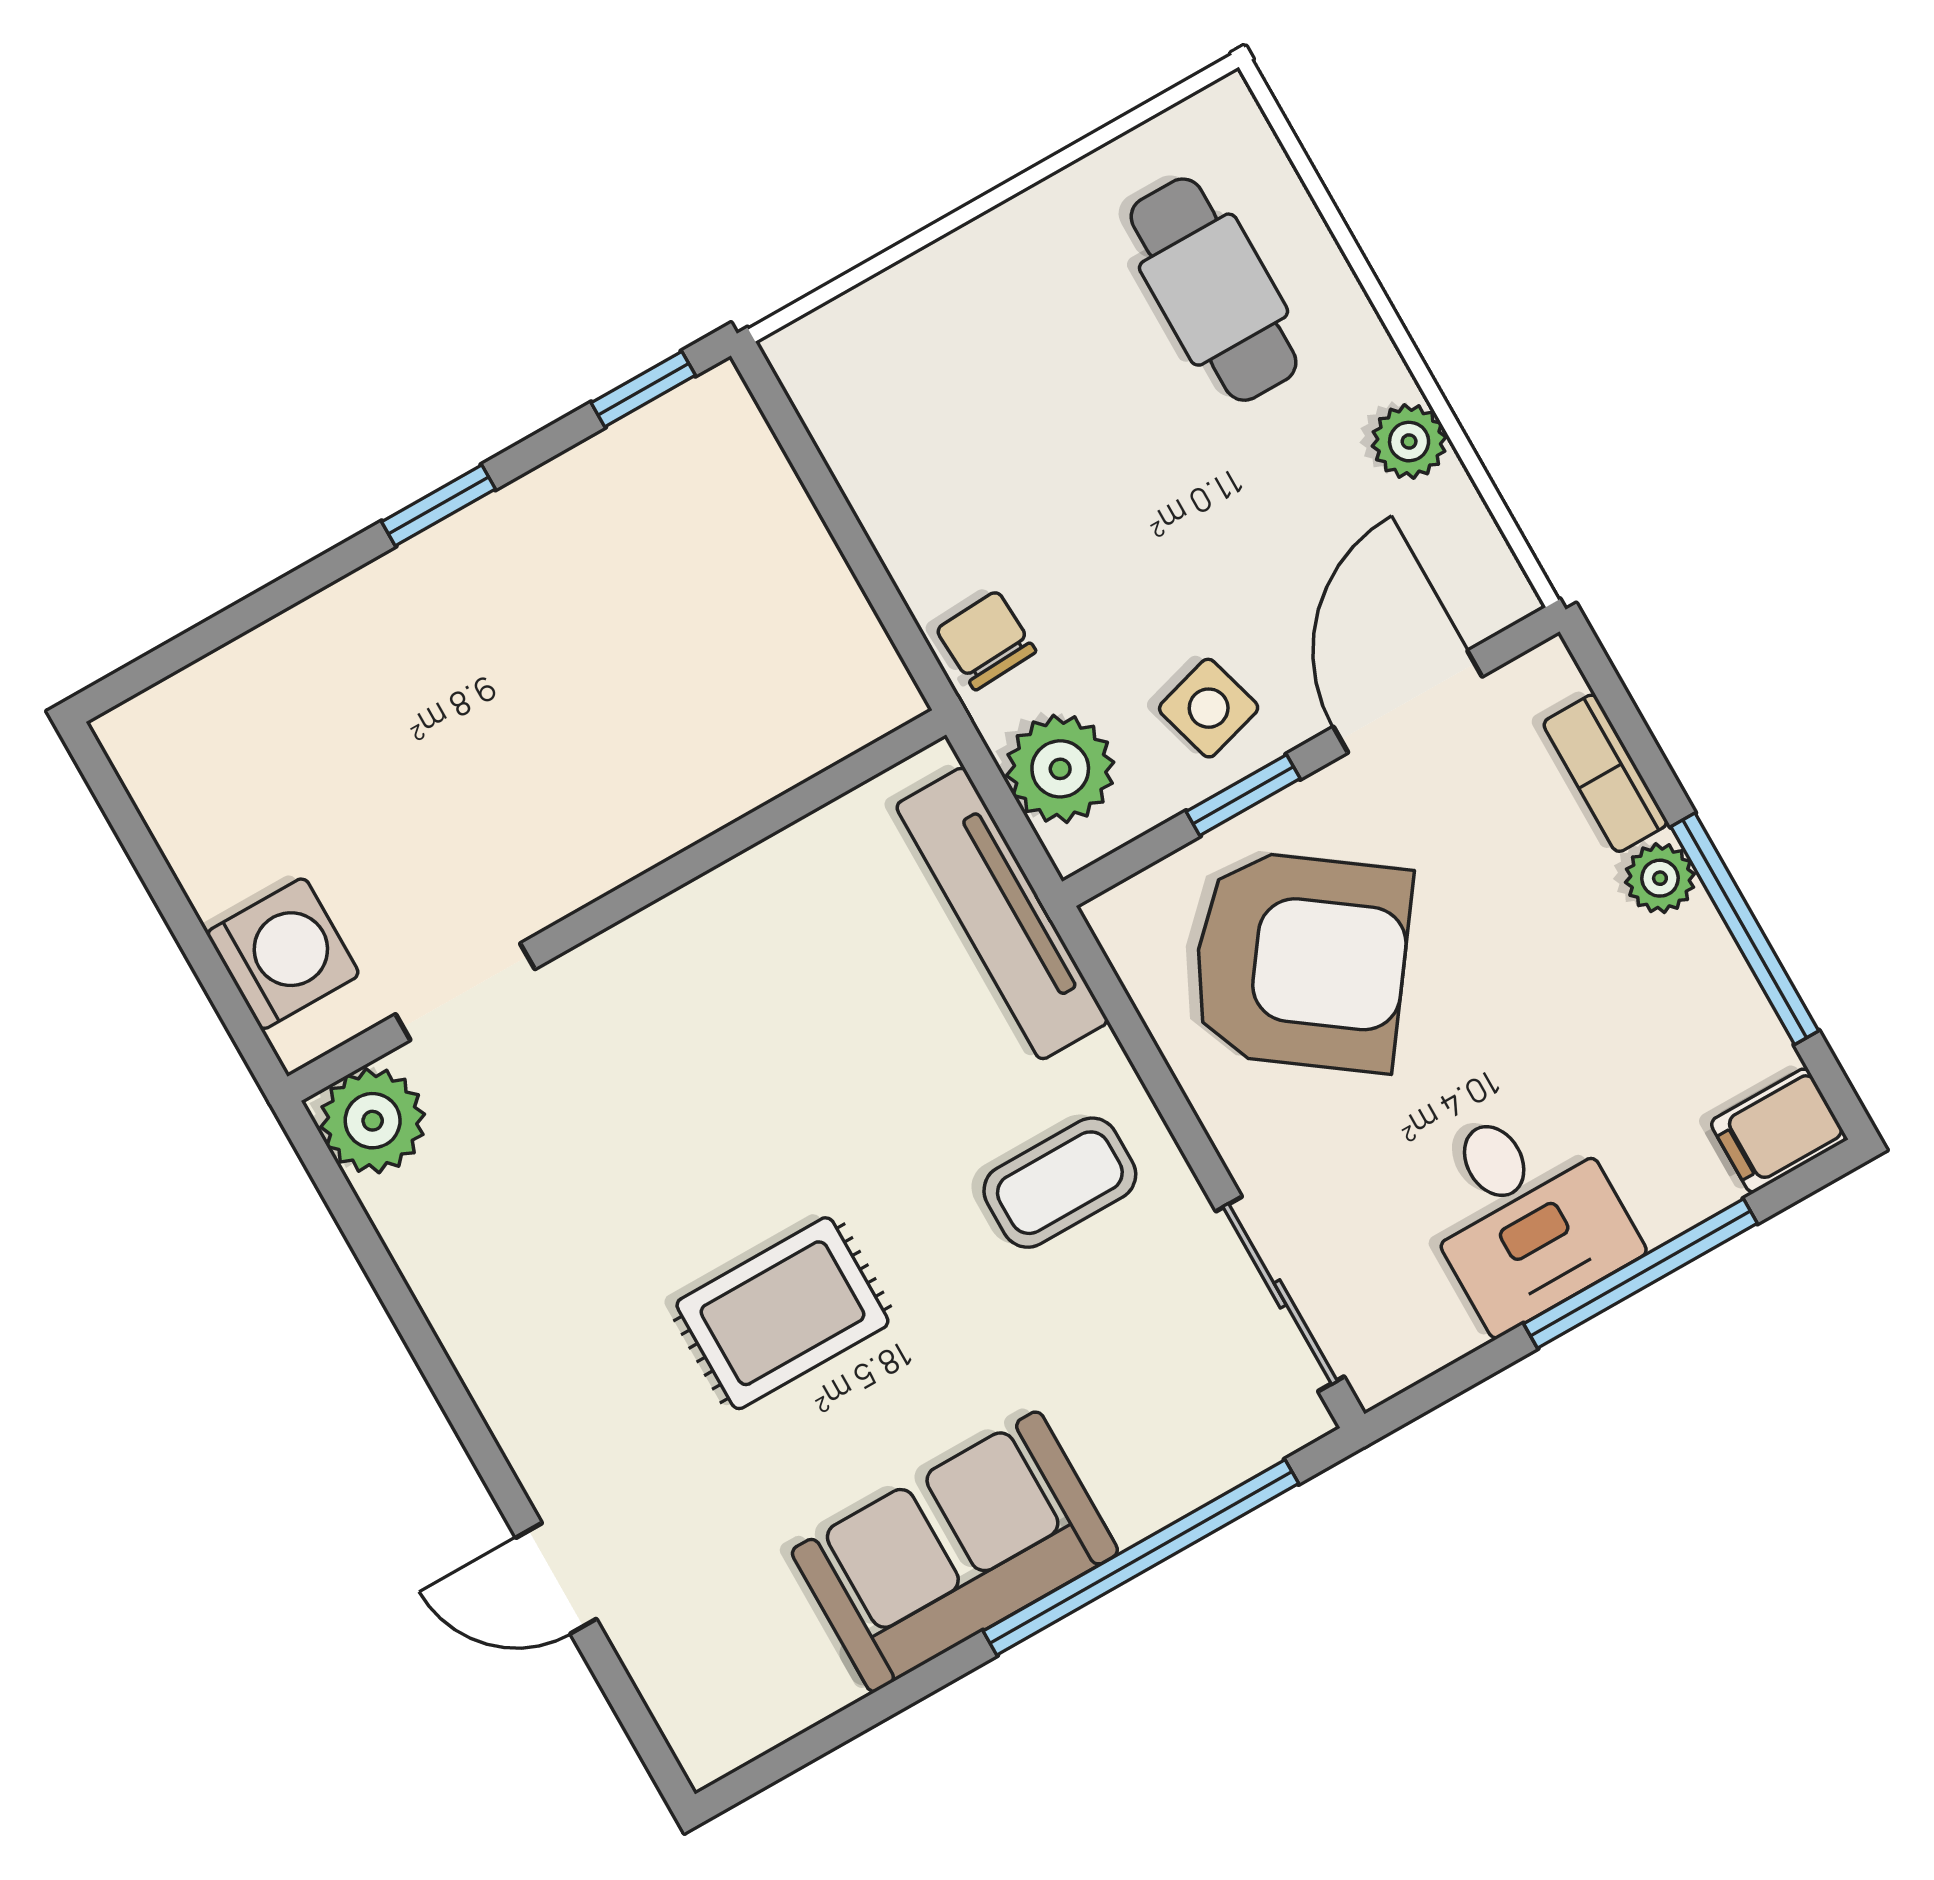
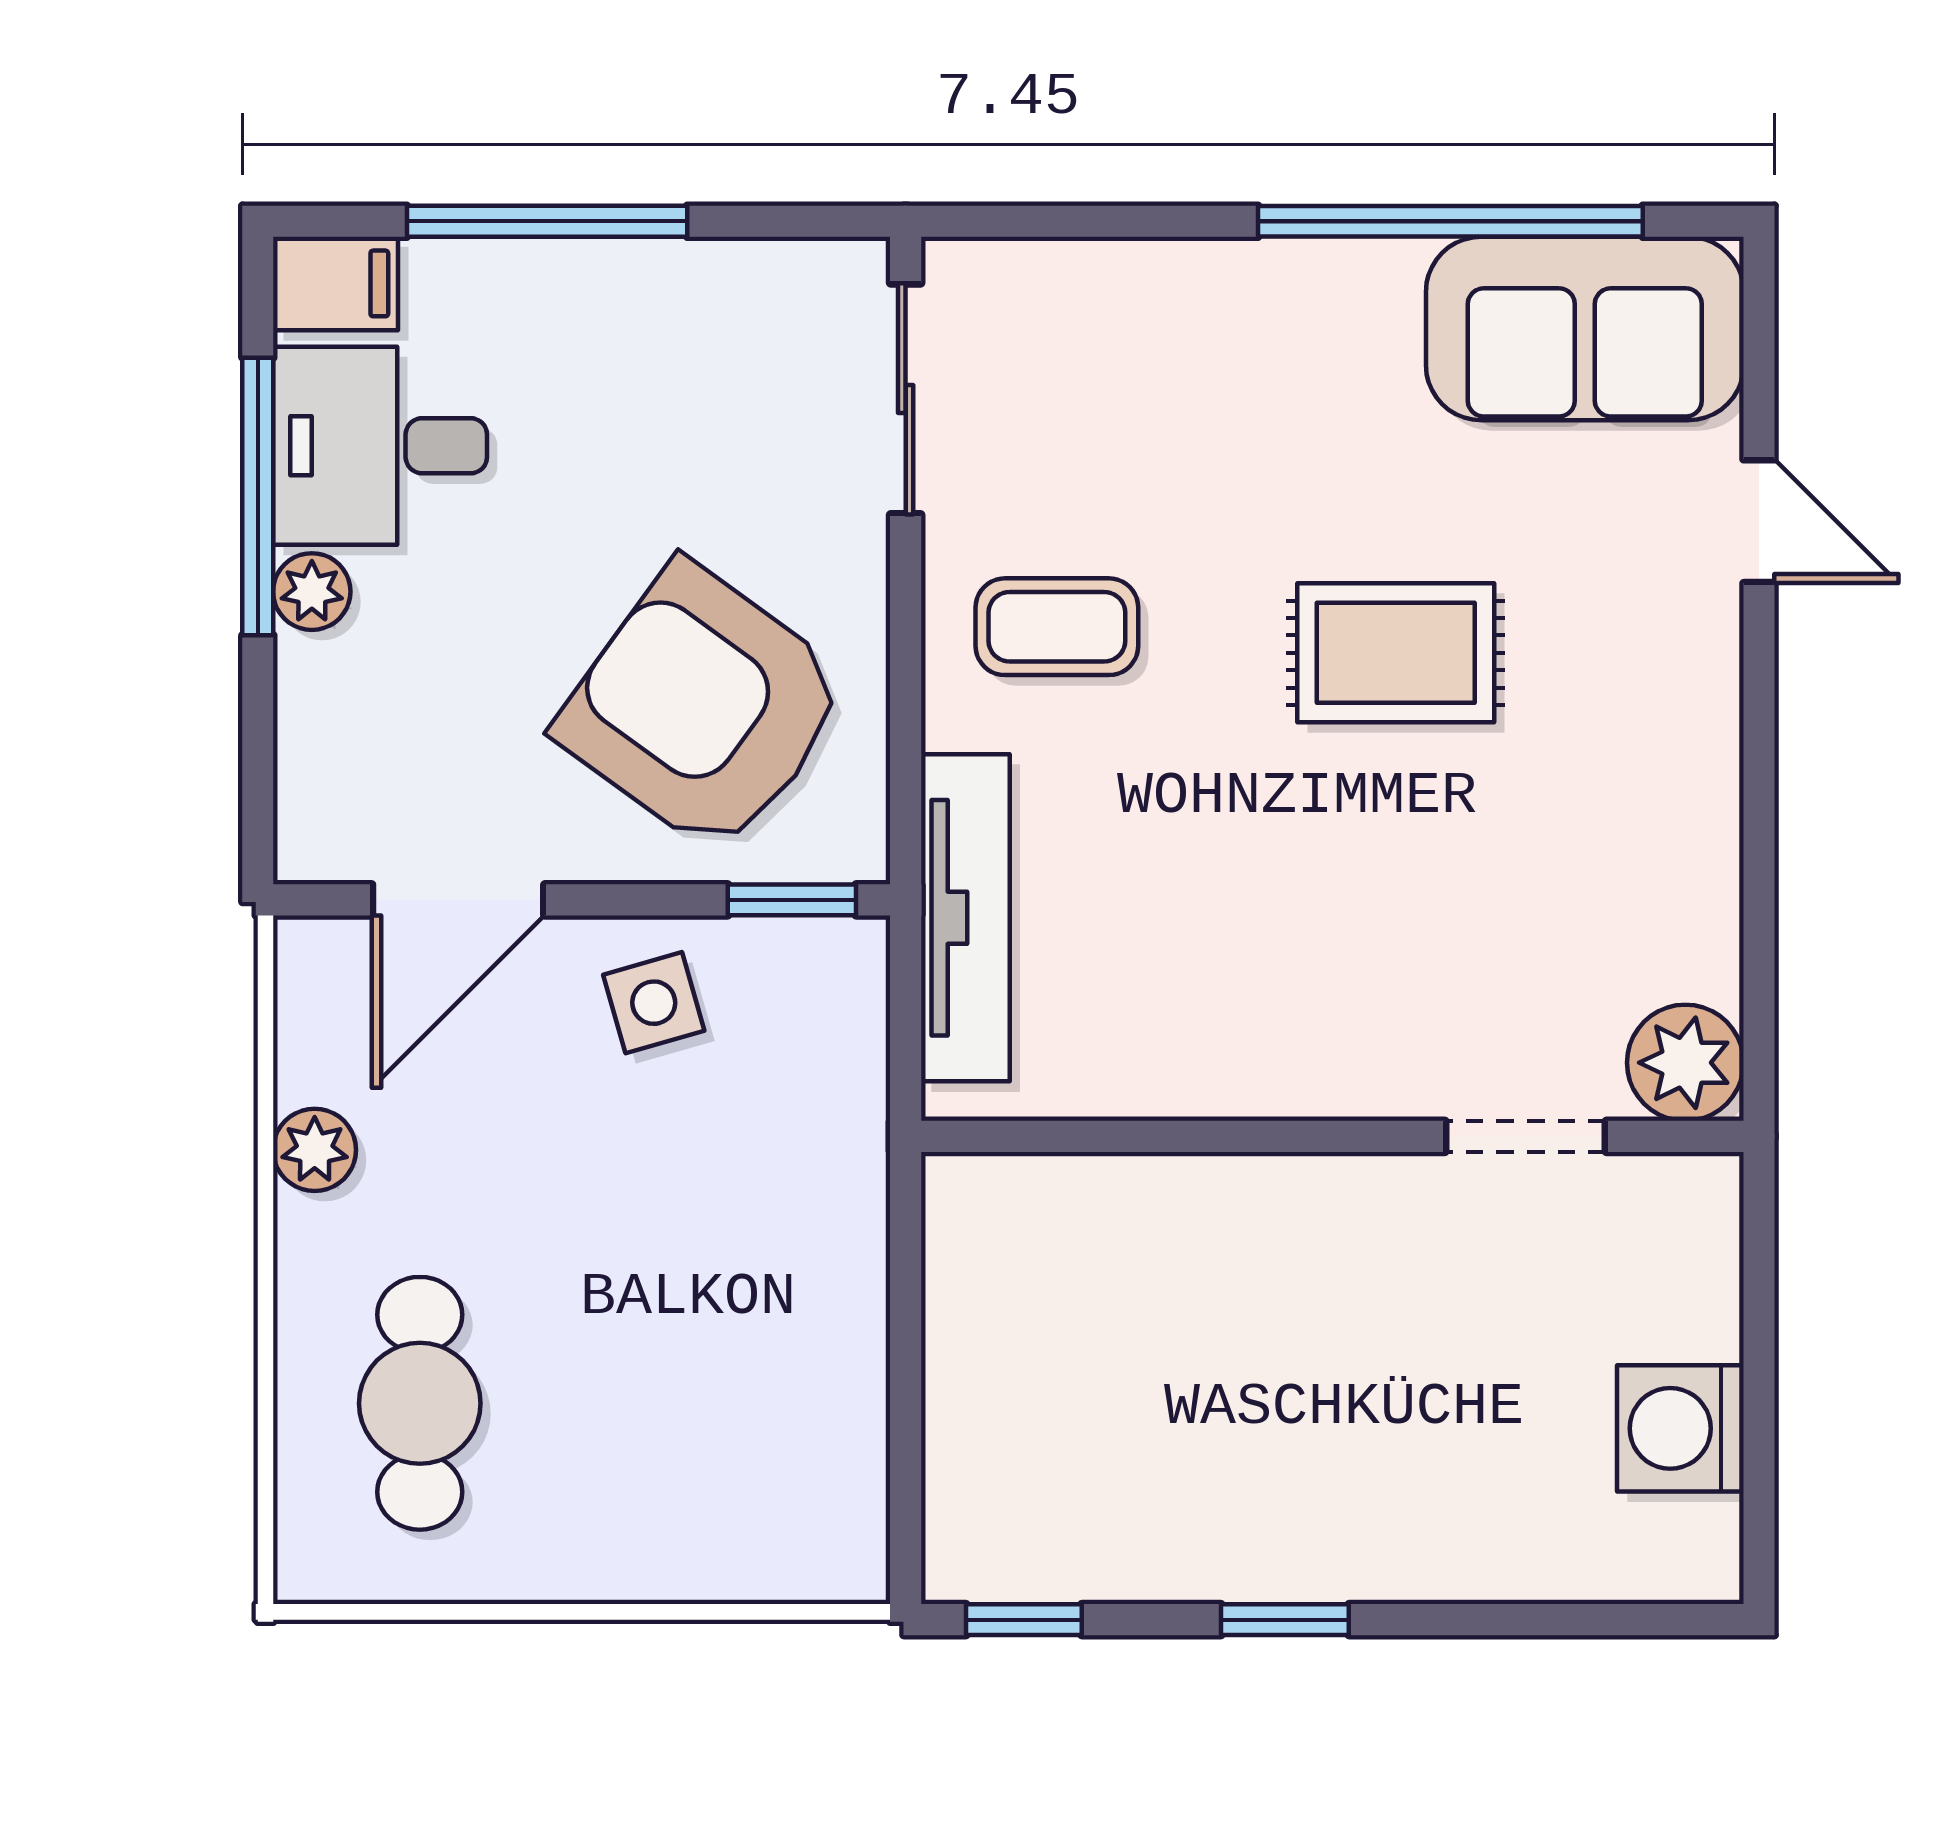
chair: (986, 640) -> (831, 1190), removed
plant: (1060, 769) -> (830, 1025), removed
bookcase: (1605, 773) -> (307, 723), removed
window: (1243, 795) -> (792, 900), moved
washing machine: (283, 954) -> (1680, 1428), moved
desk: (1524, 1213) -> (380, 446), moved, turned -90
sofa: (955, 1552) -> (1585, 329), moved
window: (1141, 1557) -> (1450, 221), moved

